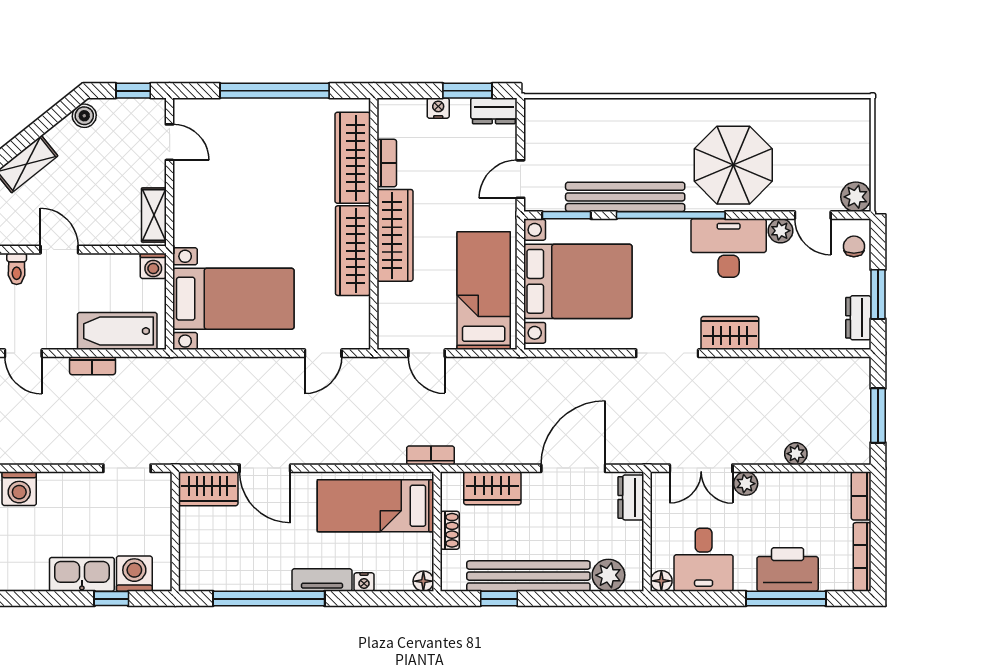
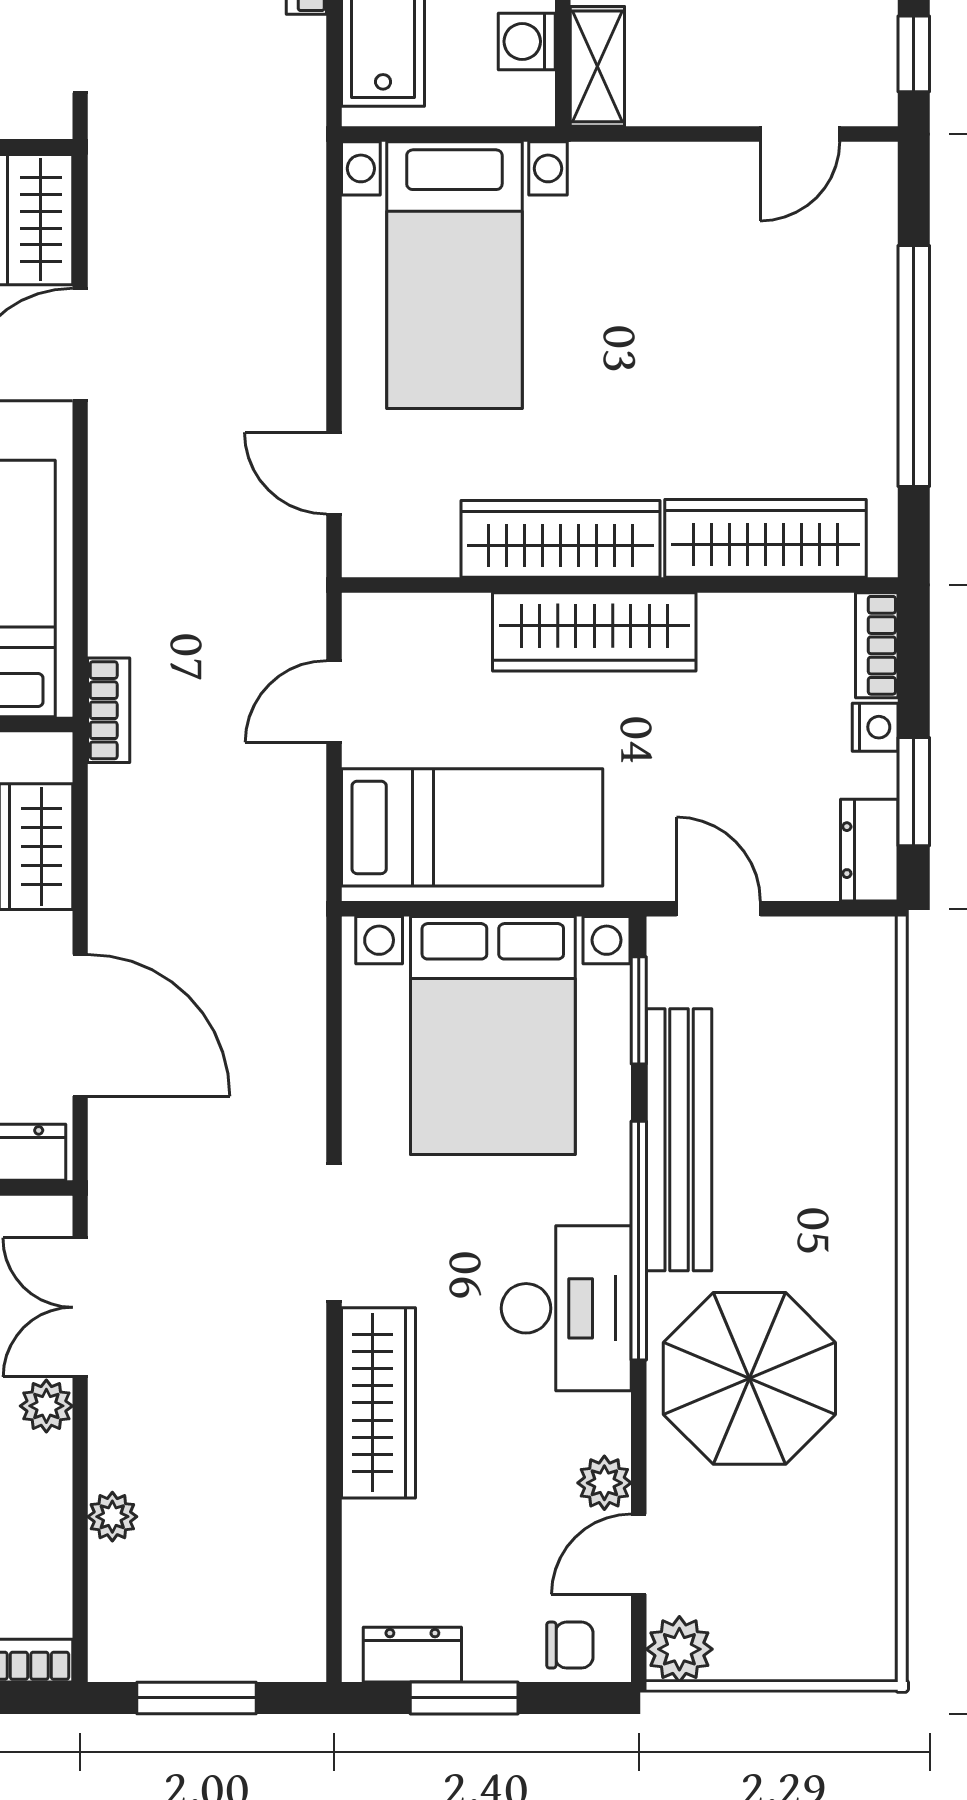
bookcase: (387, 163) -> (877, 645), moved, turned 90
shelving: (154, 215) -> (597, 66), moved, turned 90
desk: (729, 248) -> (566, 1308), moved
washing machine: (153, 266) -> (527, 41), moved
wardrobe: (730, 333) -> (379, 1403), width x1.50

